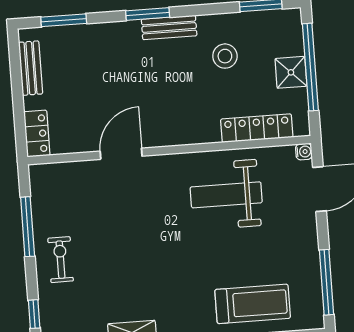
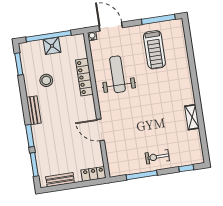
window: (148, 14) -> (30, 136), moved
locker: (257, 128) -> (84, 77), moved
weight bench: (226, 195) -> (117, 74), turned 180
treadmill: (253, 304) -> (154, 50), moved, turned 180

